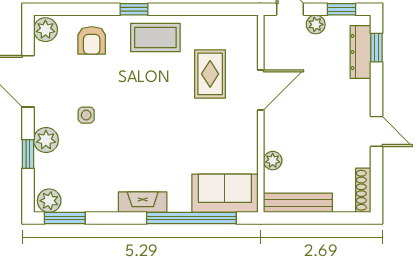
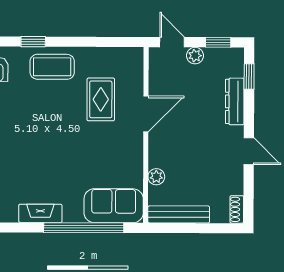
dresser: (360, 52) -> (235, 101), moved
shoe rack: (363, 190) -> (237, 209), width x0.70

